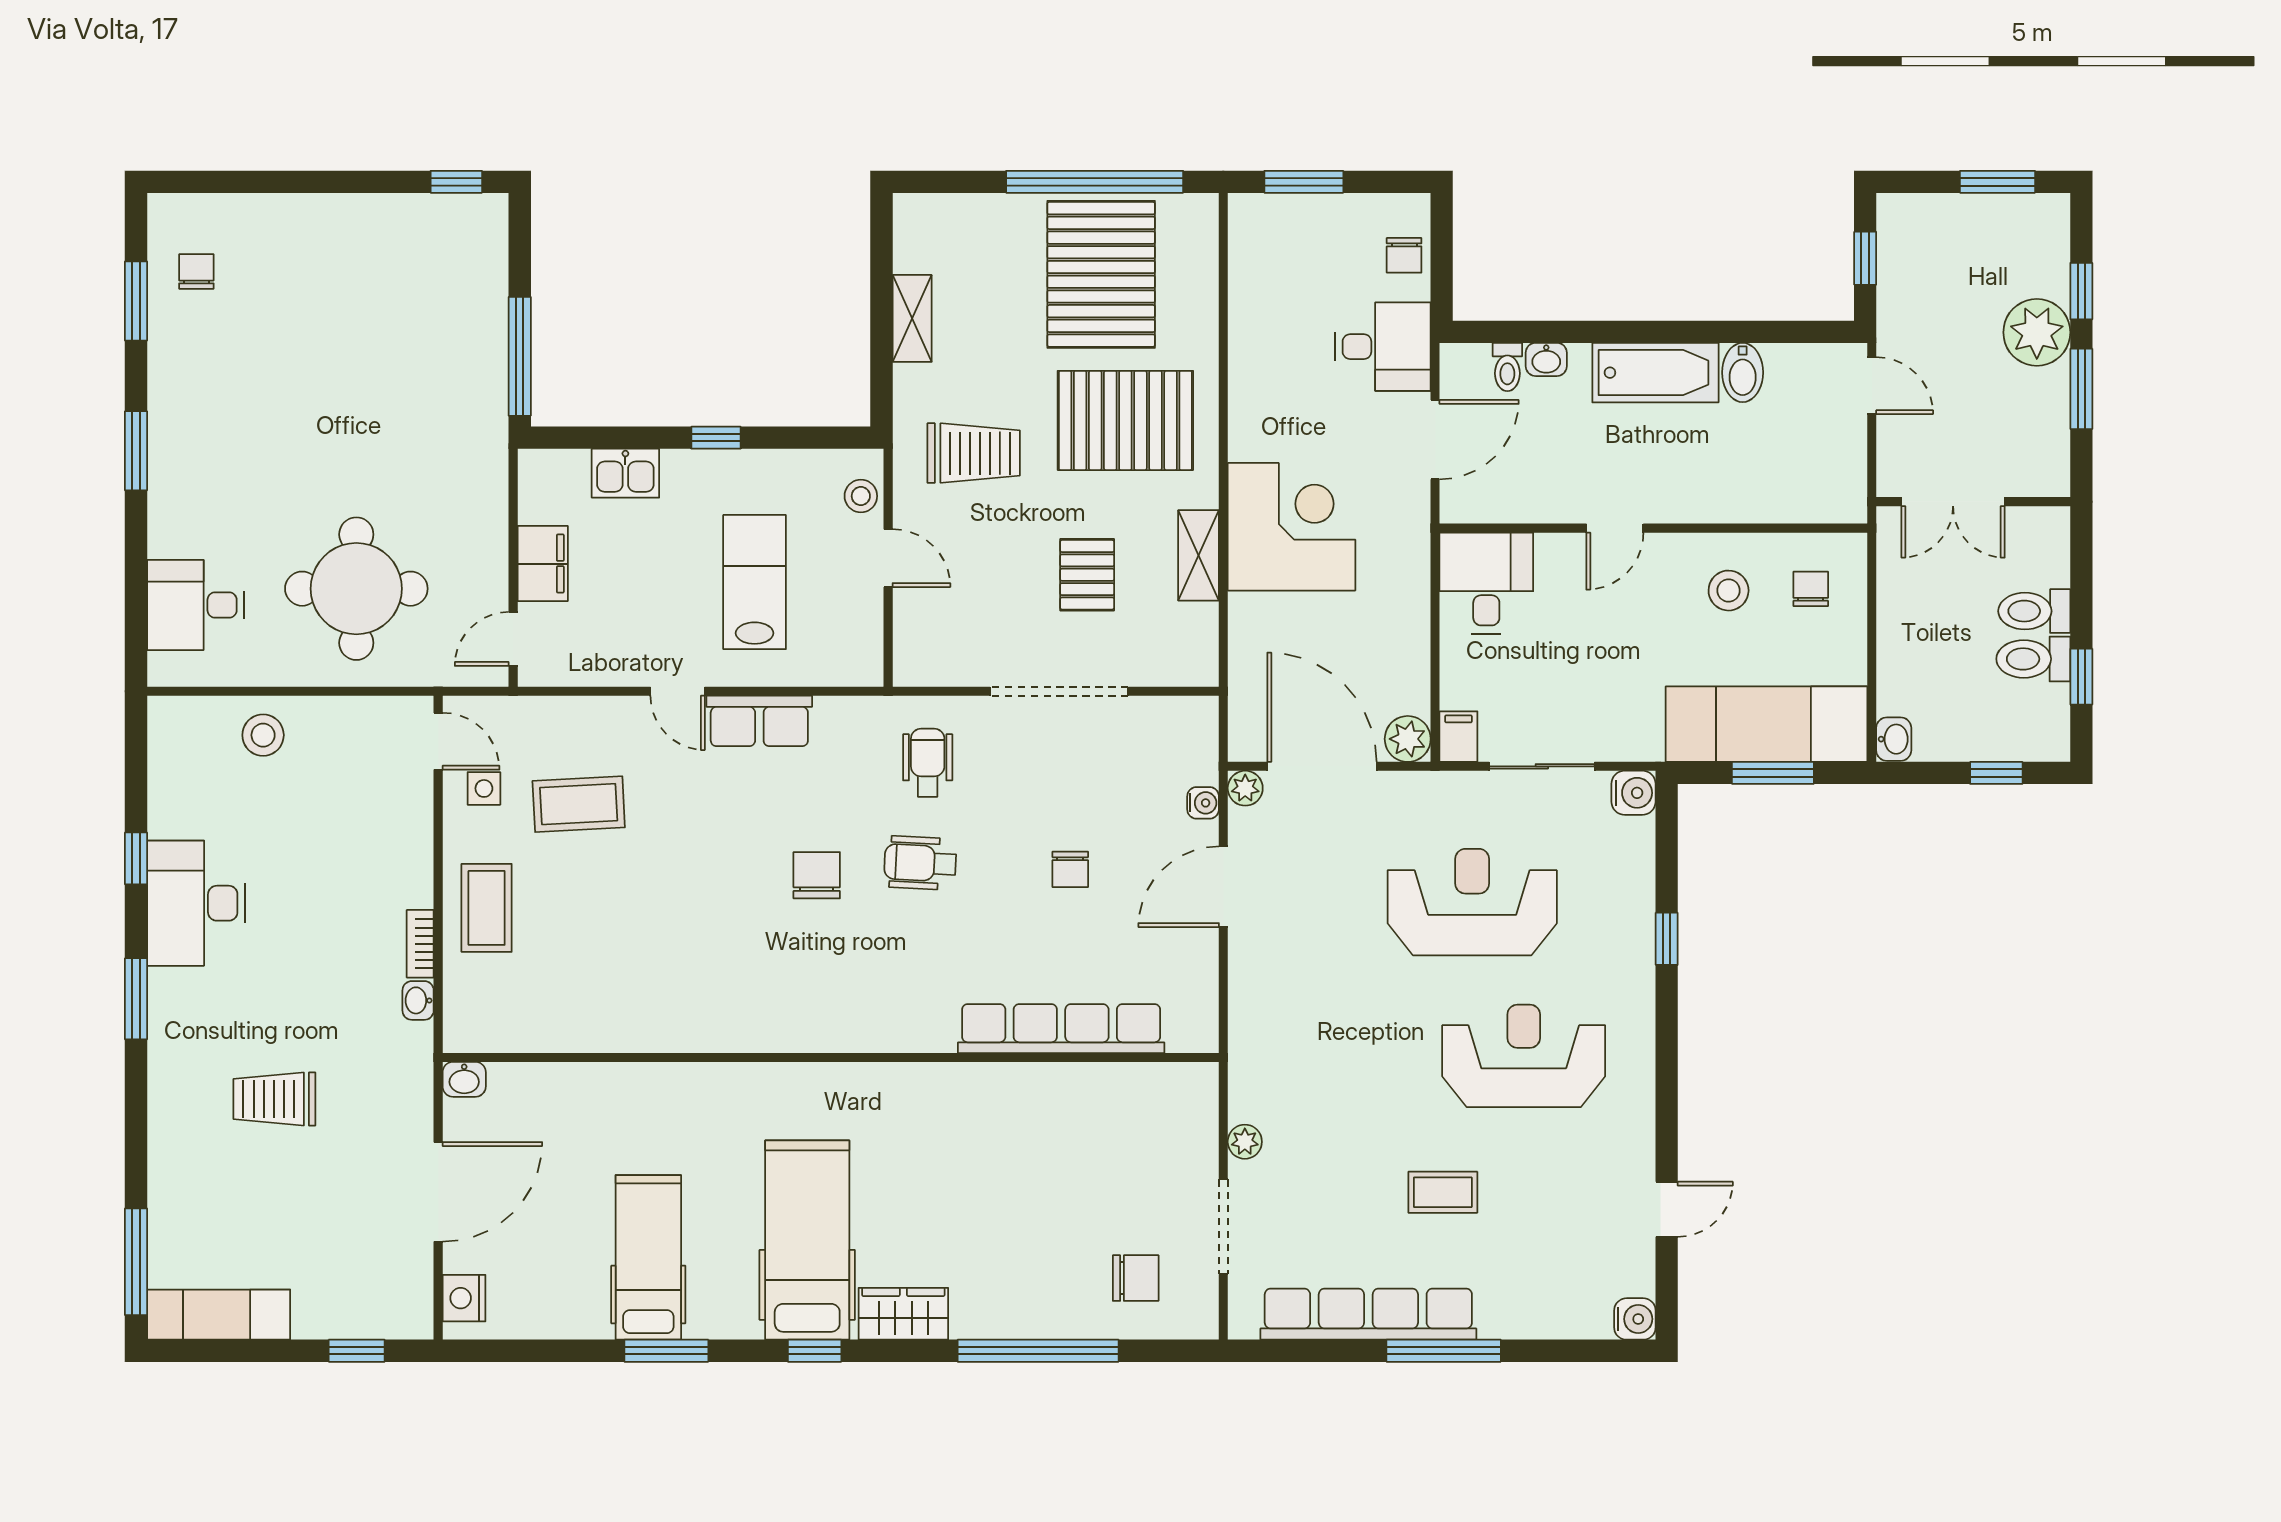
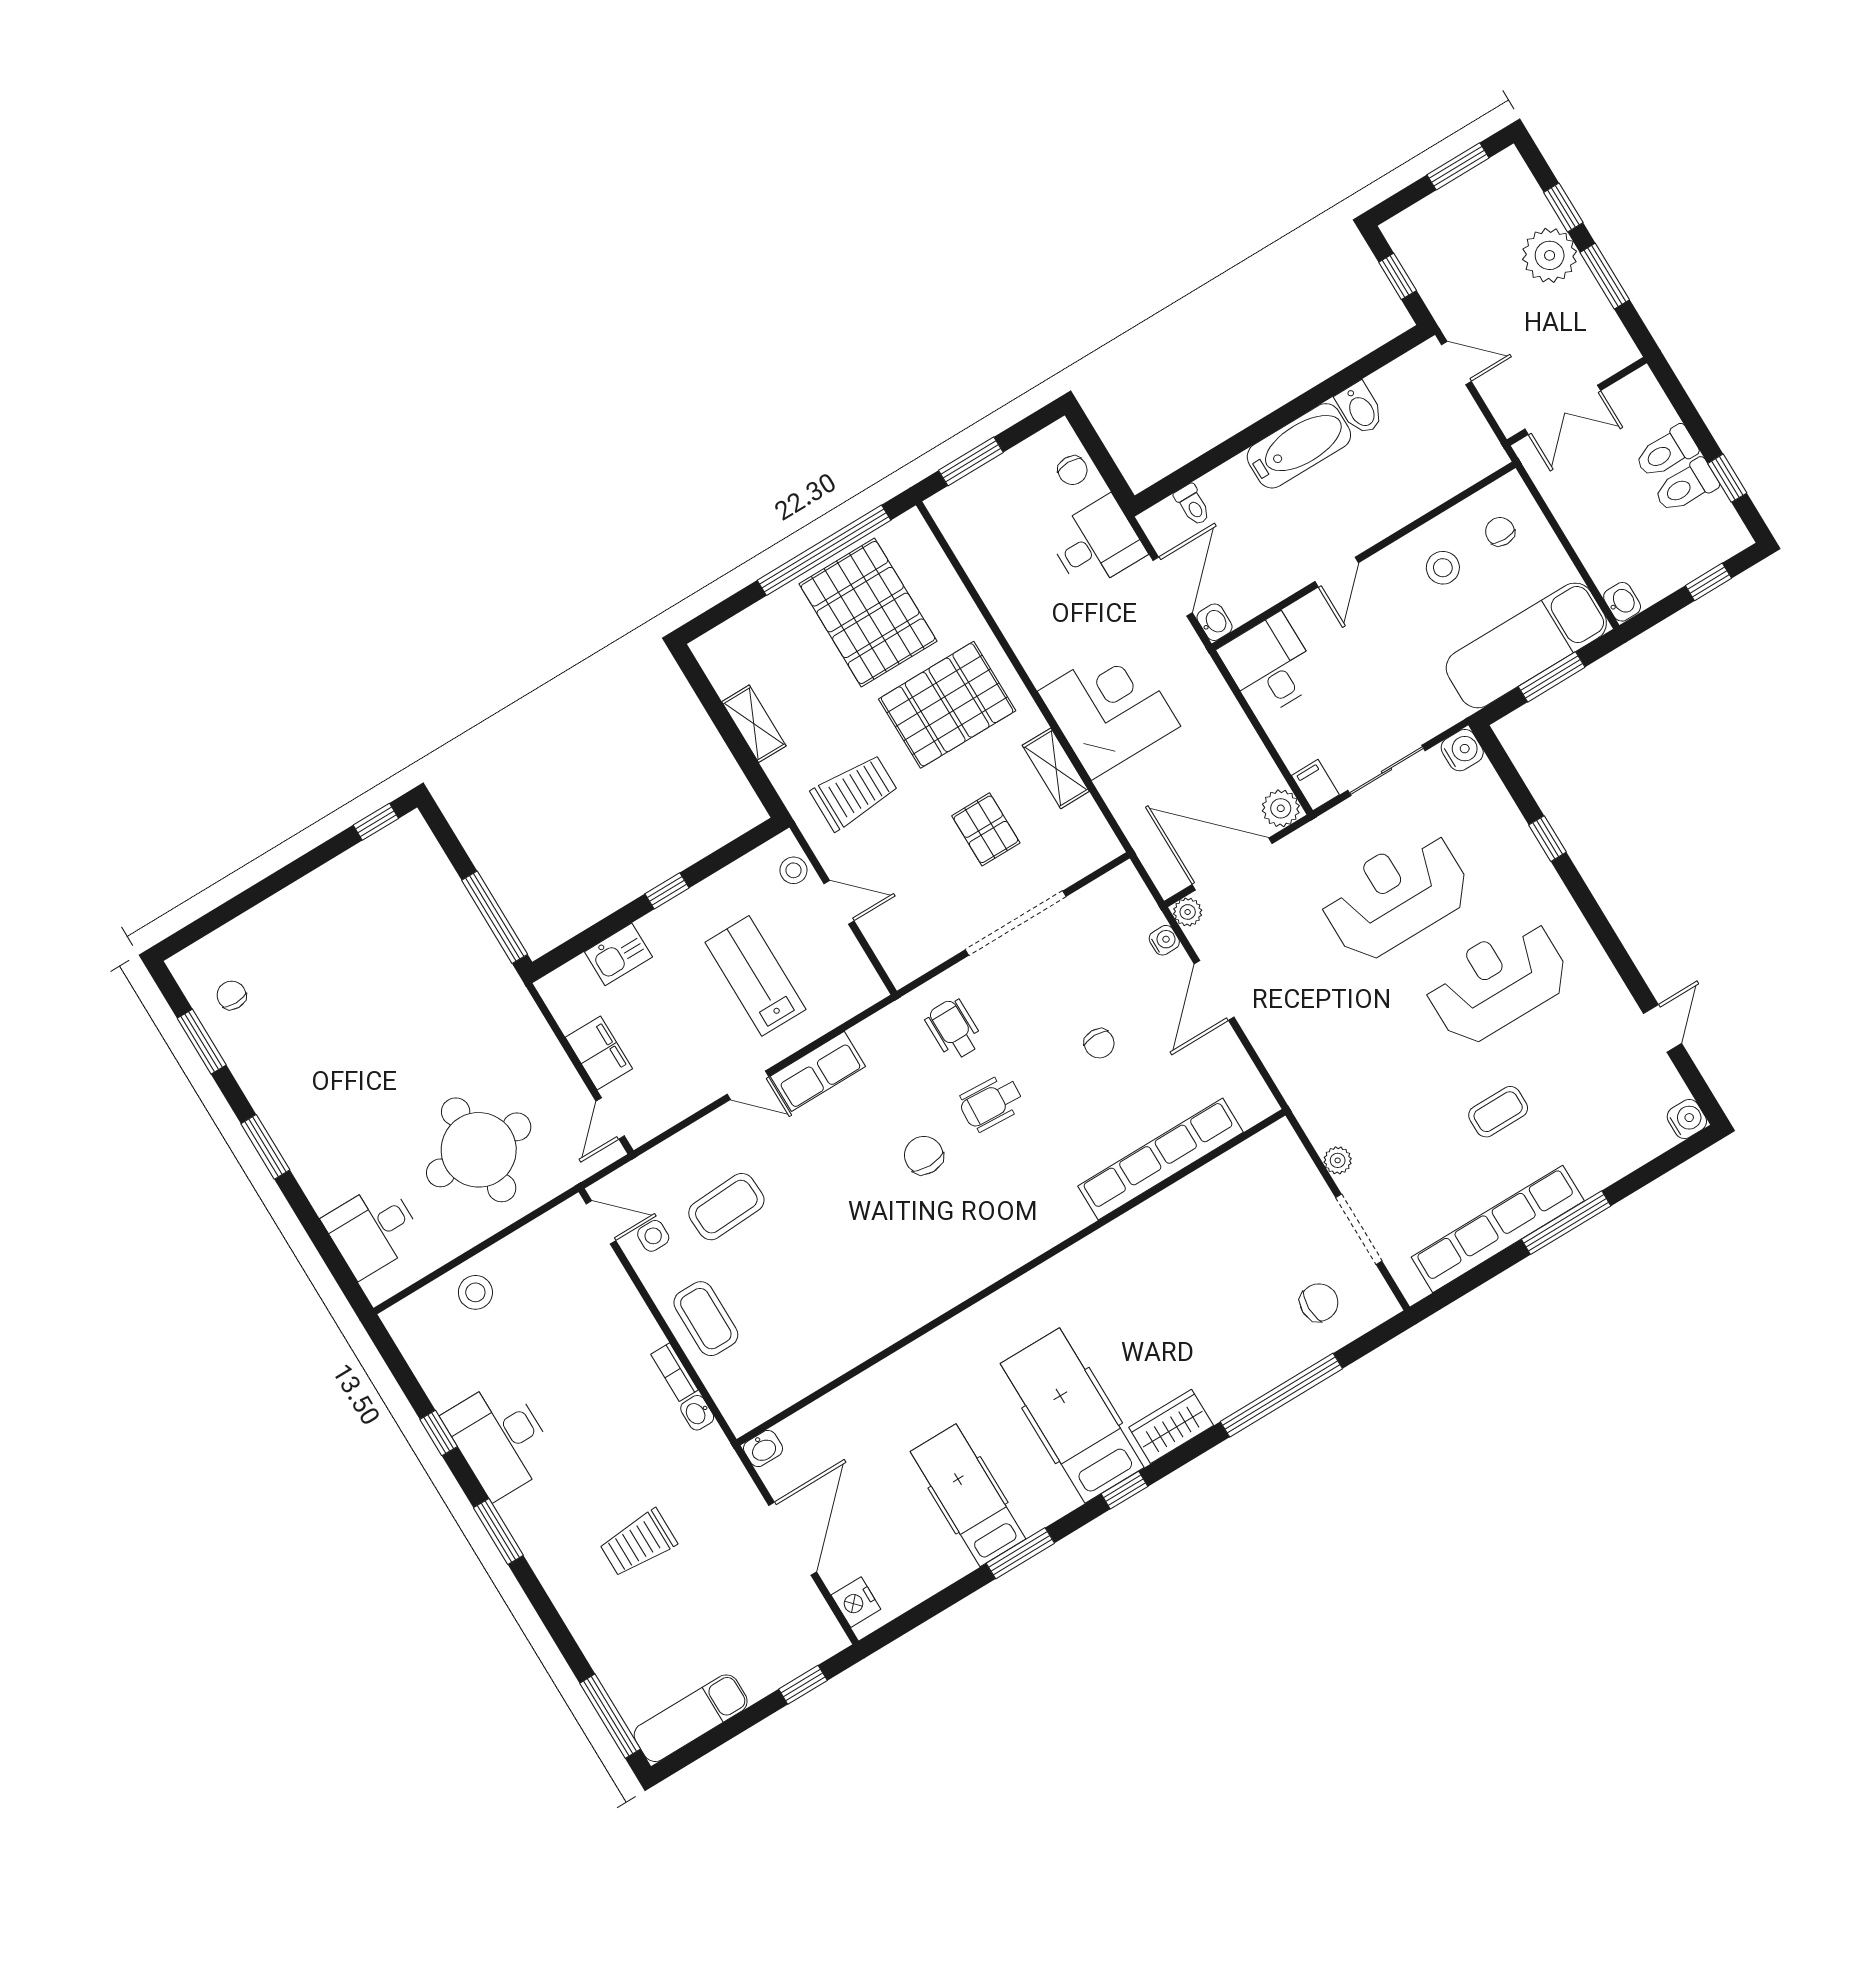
washbasin: (1546, 359) -> (1214, 622), moved, turned -90

